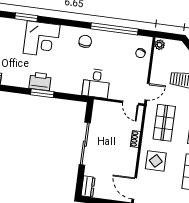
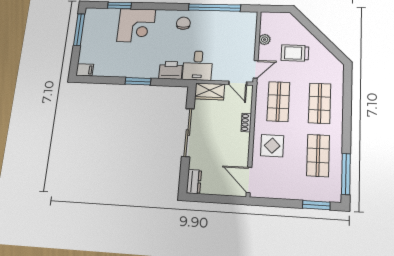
plant: (160, 45) -> (265, 40), moved
chair: (140, 53) -> (245, 29), removed
printer: (40, 81) -> (171, 70), moved
wardrobe: (105, 108) -> (209, 91), added

